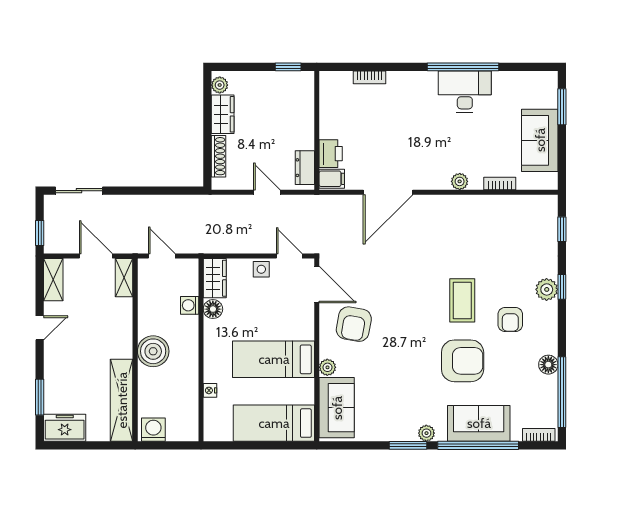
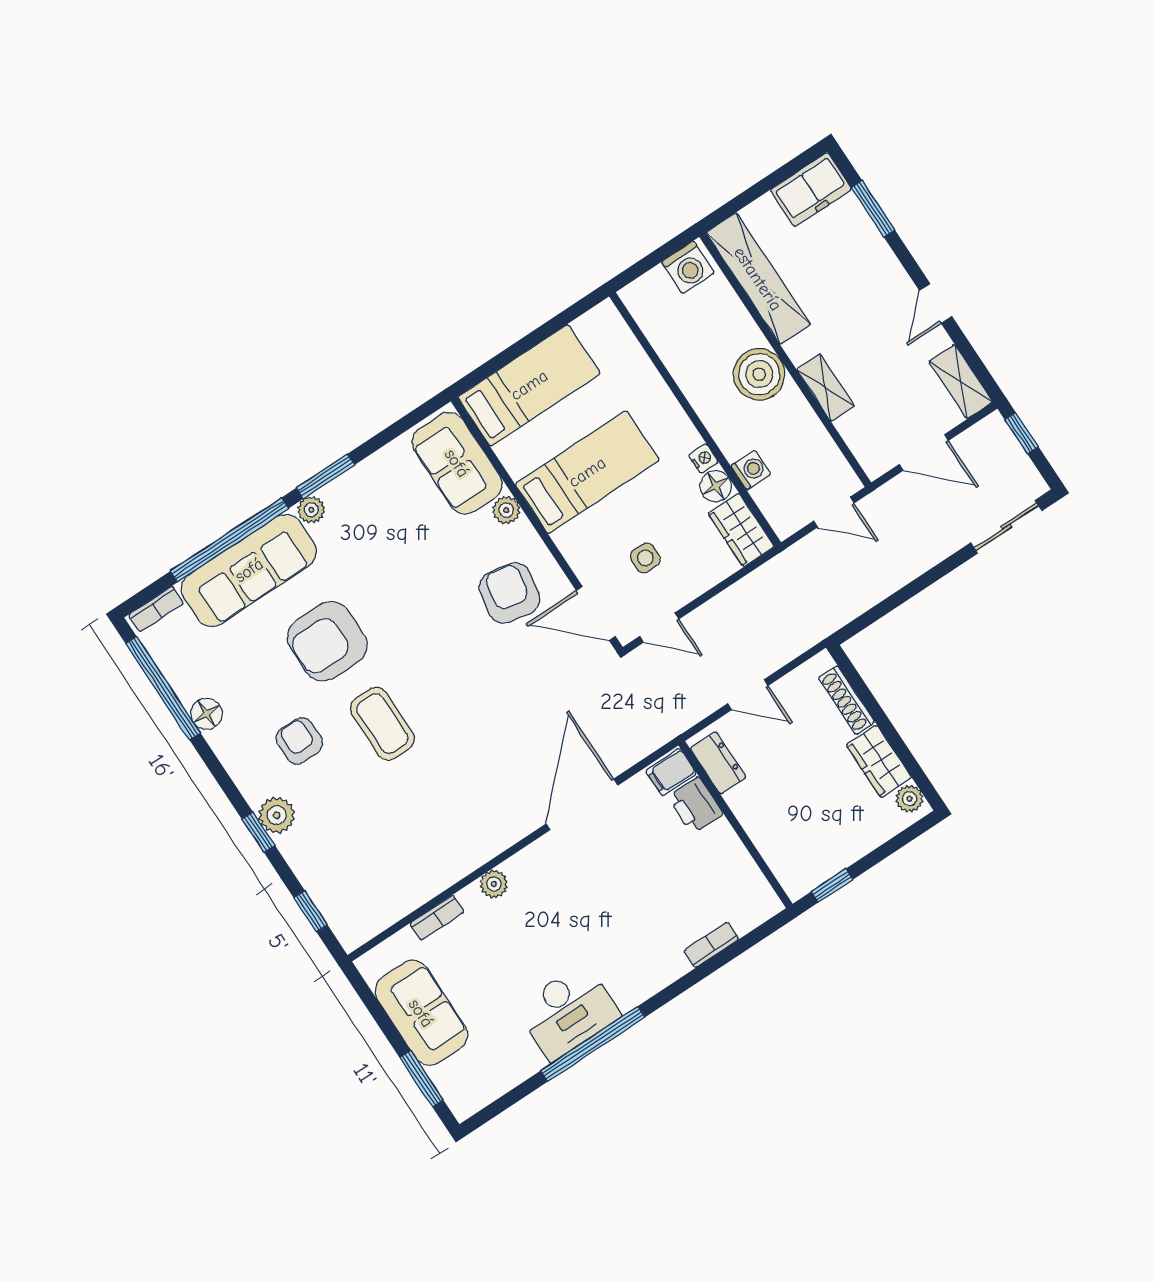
side table: (261, 269) -> (645, 558), moved
shelving: (124, 278) -> (825, 388), moved
nightstand: (210, 390) -> (703, 459), moved
sofa: (479, 423) -> (249, 570), width x1.36

